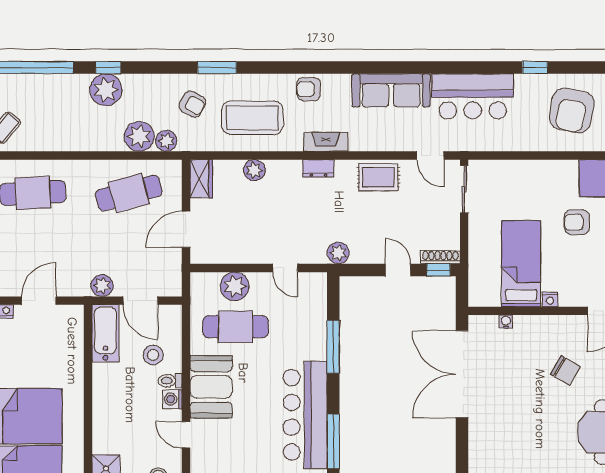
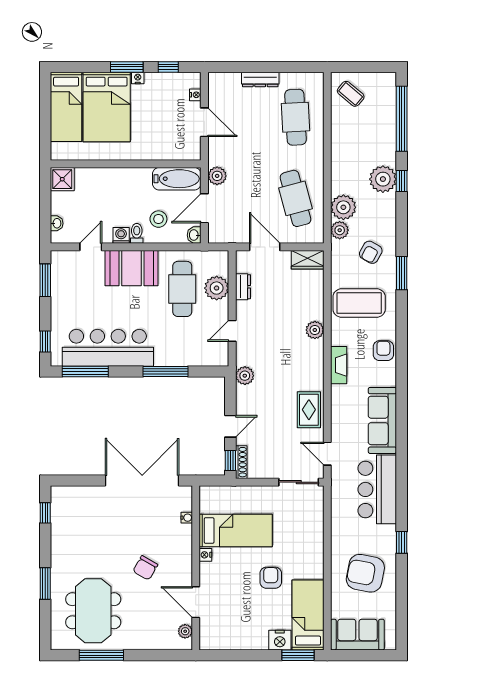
coffee table: (252, 118) -> (359, 303), turned 90
door: (430, 155) -> (327, 454), hinge flipped
dresser: (318, 168) -> (243, 287), moved, turned 180
plant: (254, 170) -> (315, 330), moved
washbasin: (172, 313) -> (194, 235), added

